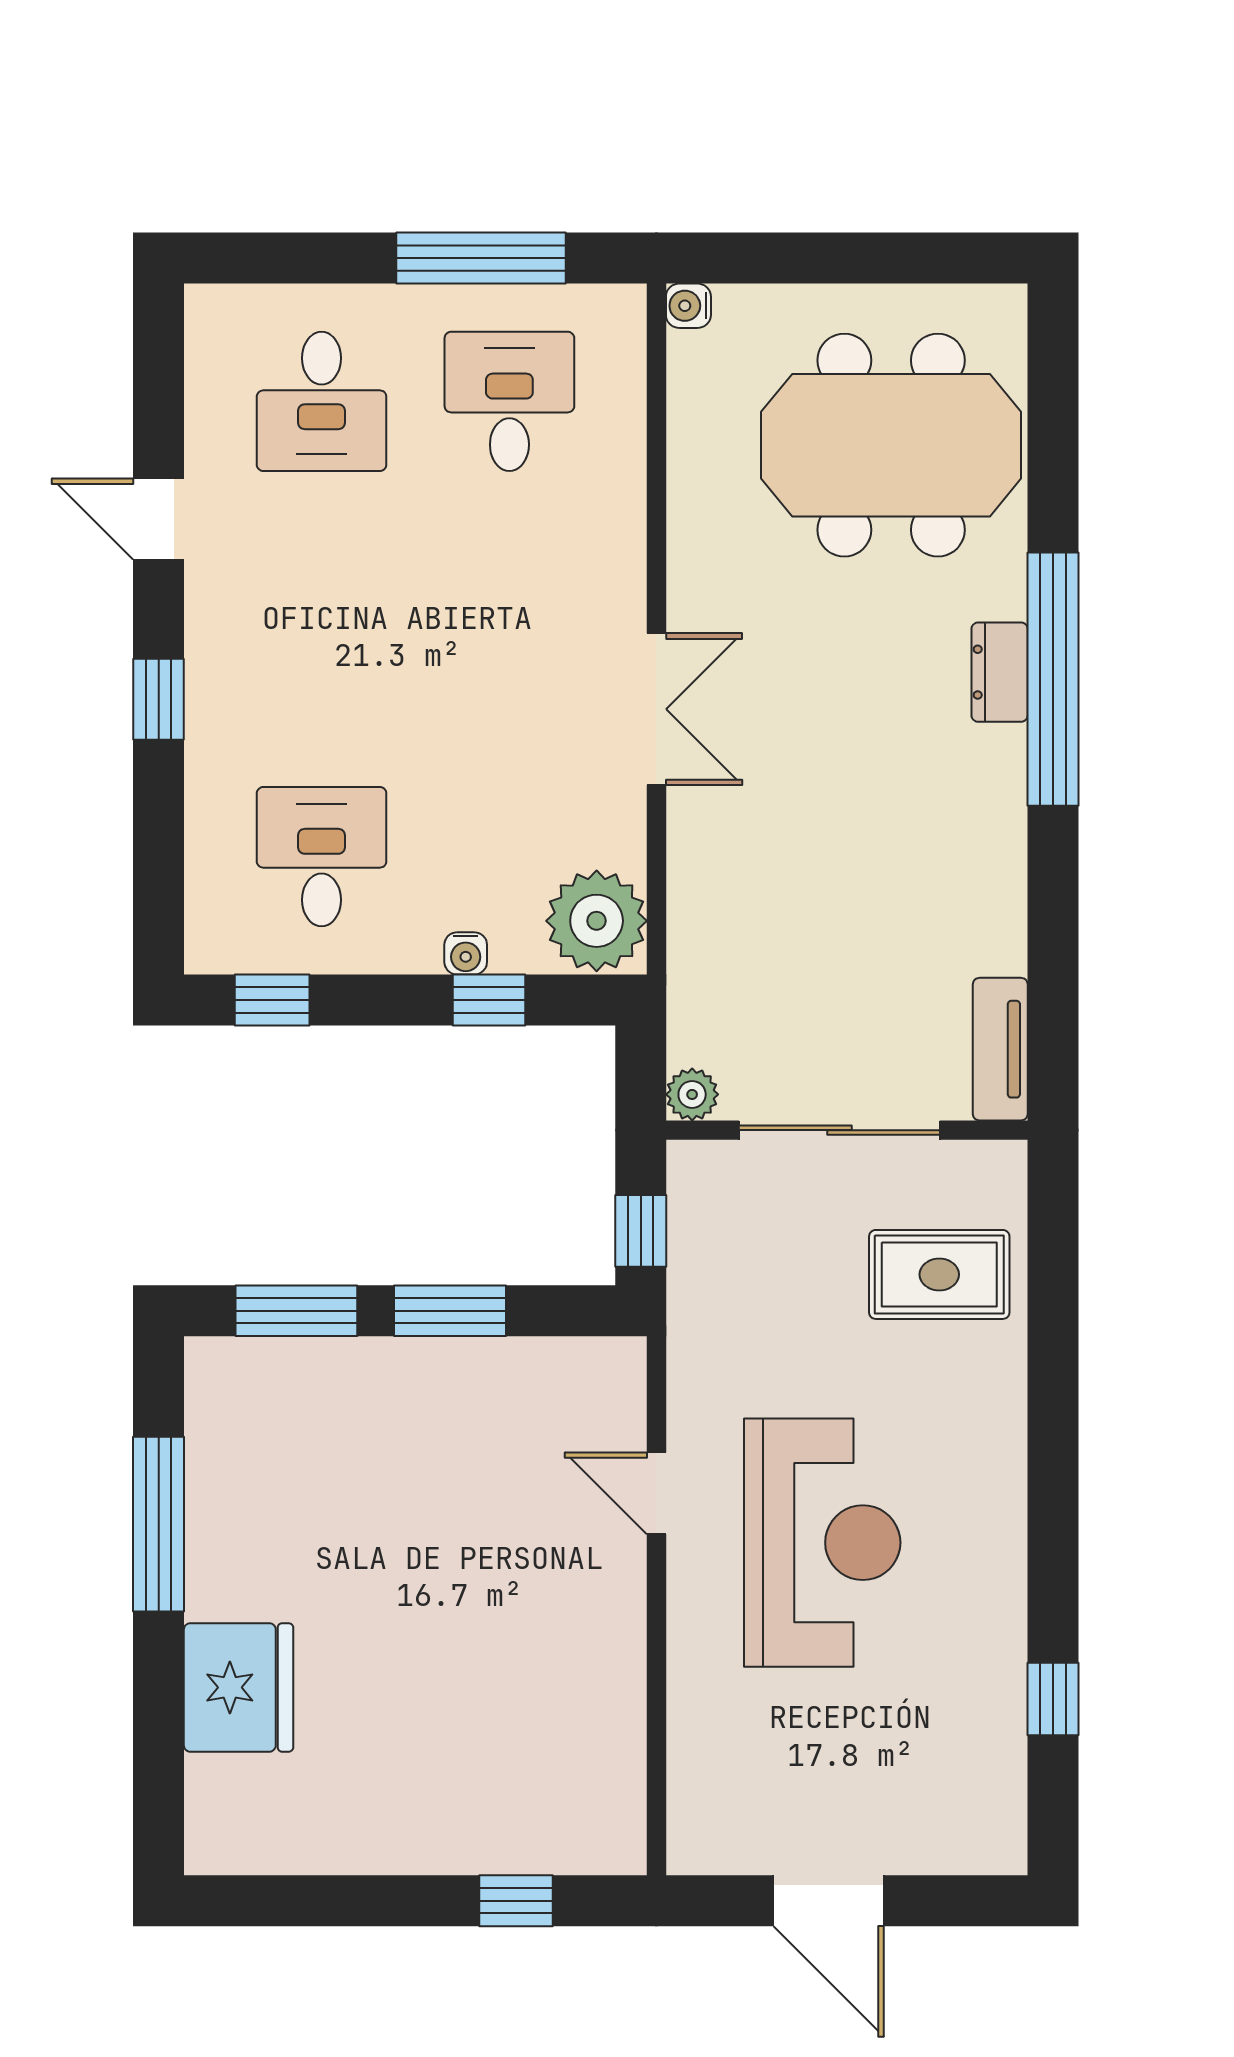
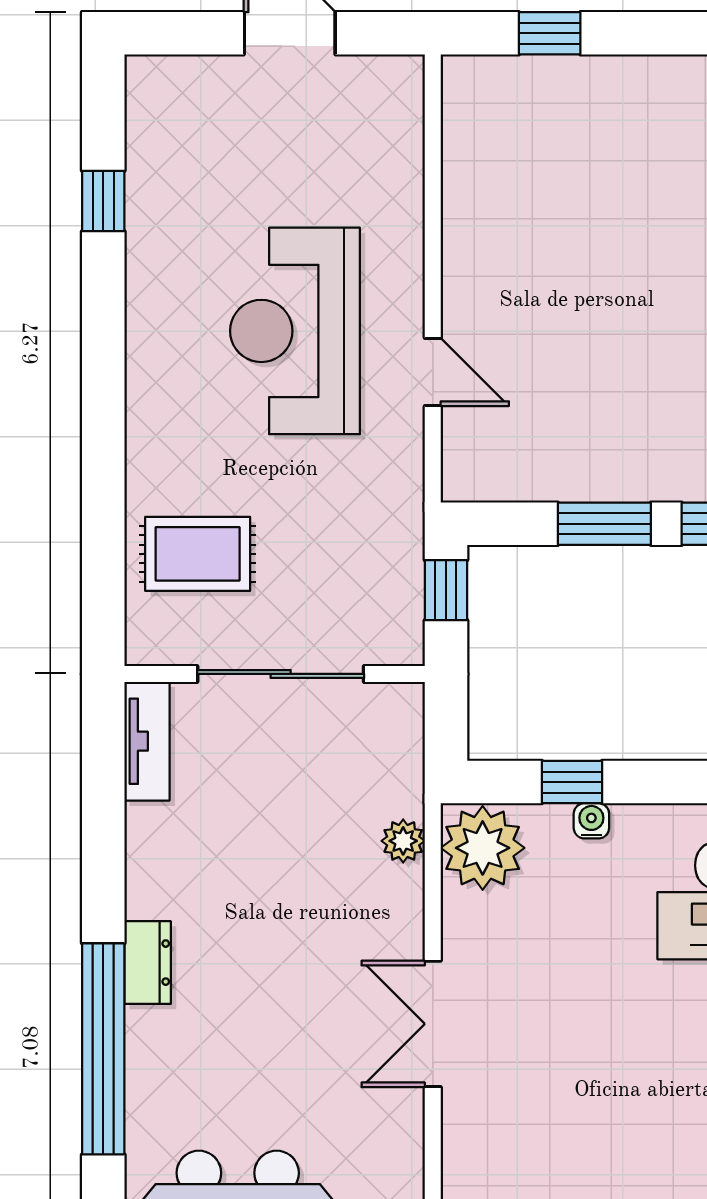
dresser: (1000, 672) -> (148, 963), moved
plant: (692, 1094) -> (403, 841), moved

